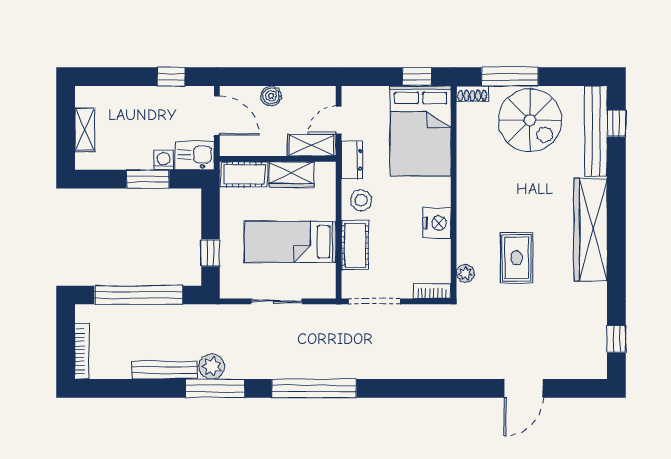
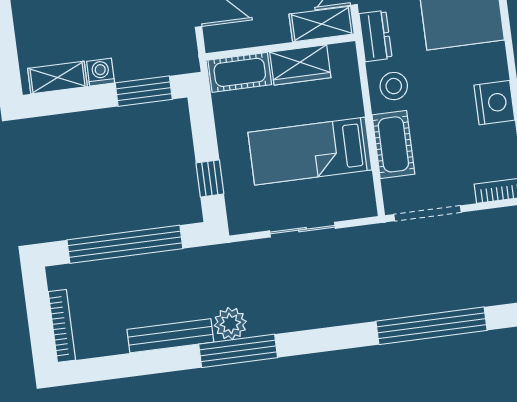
shelving: (85, 130) -> (57, 77), moved, turned 90
kitchen sink: (195, 156) -> (173, 57), removed
washing machine: (164, 160) -> (101, 72), moved
window: (148, 179) -> (144, 91), moved
window: (314, 388) -> (432, 326), moved

